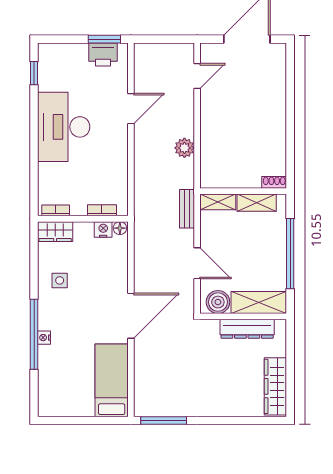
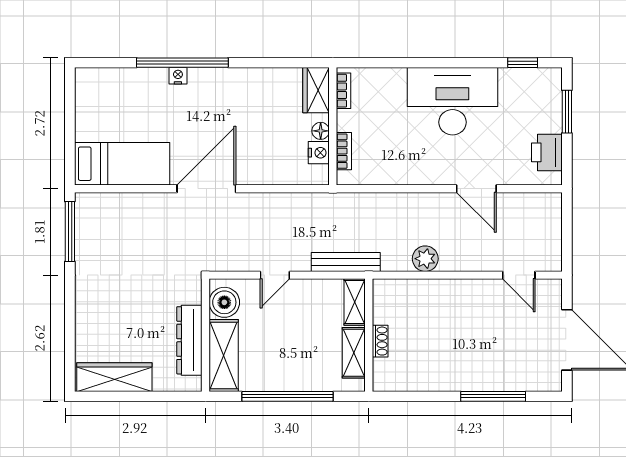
window: (104, 39) -> (567, 112), moved
window: (290, 96) -> (493, 396), added
shoe rack: (274, 182) -> (380, 341), moved
bench: (187, 209) -> (346, 262), width x1.36
floor lamp: (120, 228) -> (321, 131), moved
door: (197, 263) -> (275, 275), width x0.73
side table: (60, 280) -> (252, 96), removed
door: (131, 316) -> (206, 189), swing flipped

